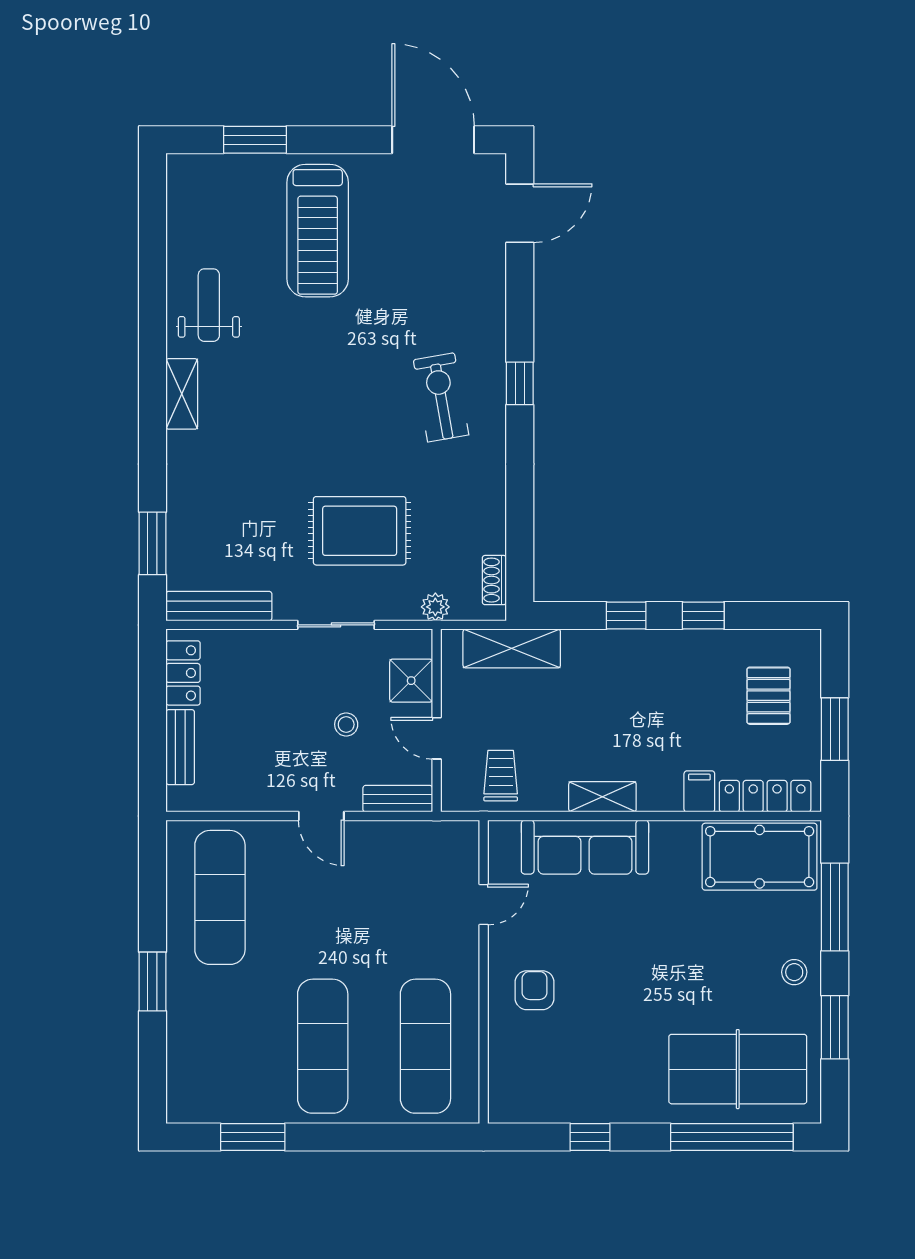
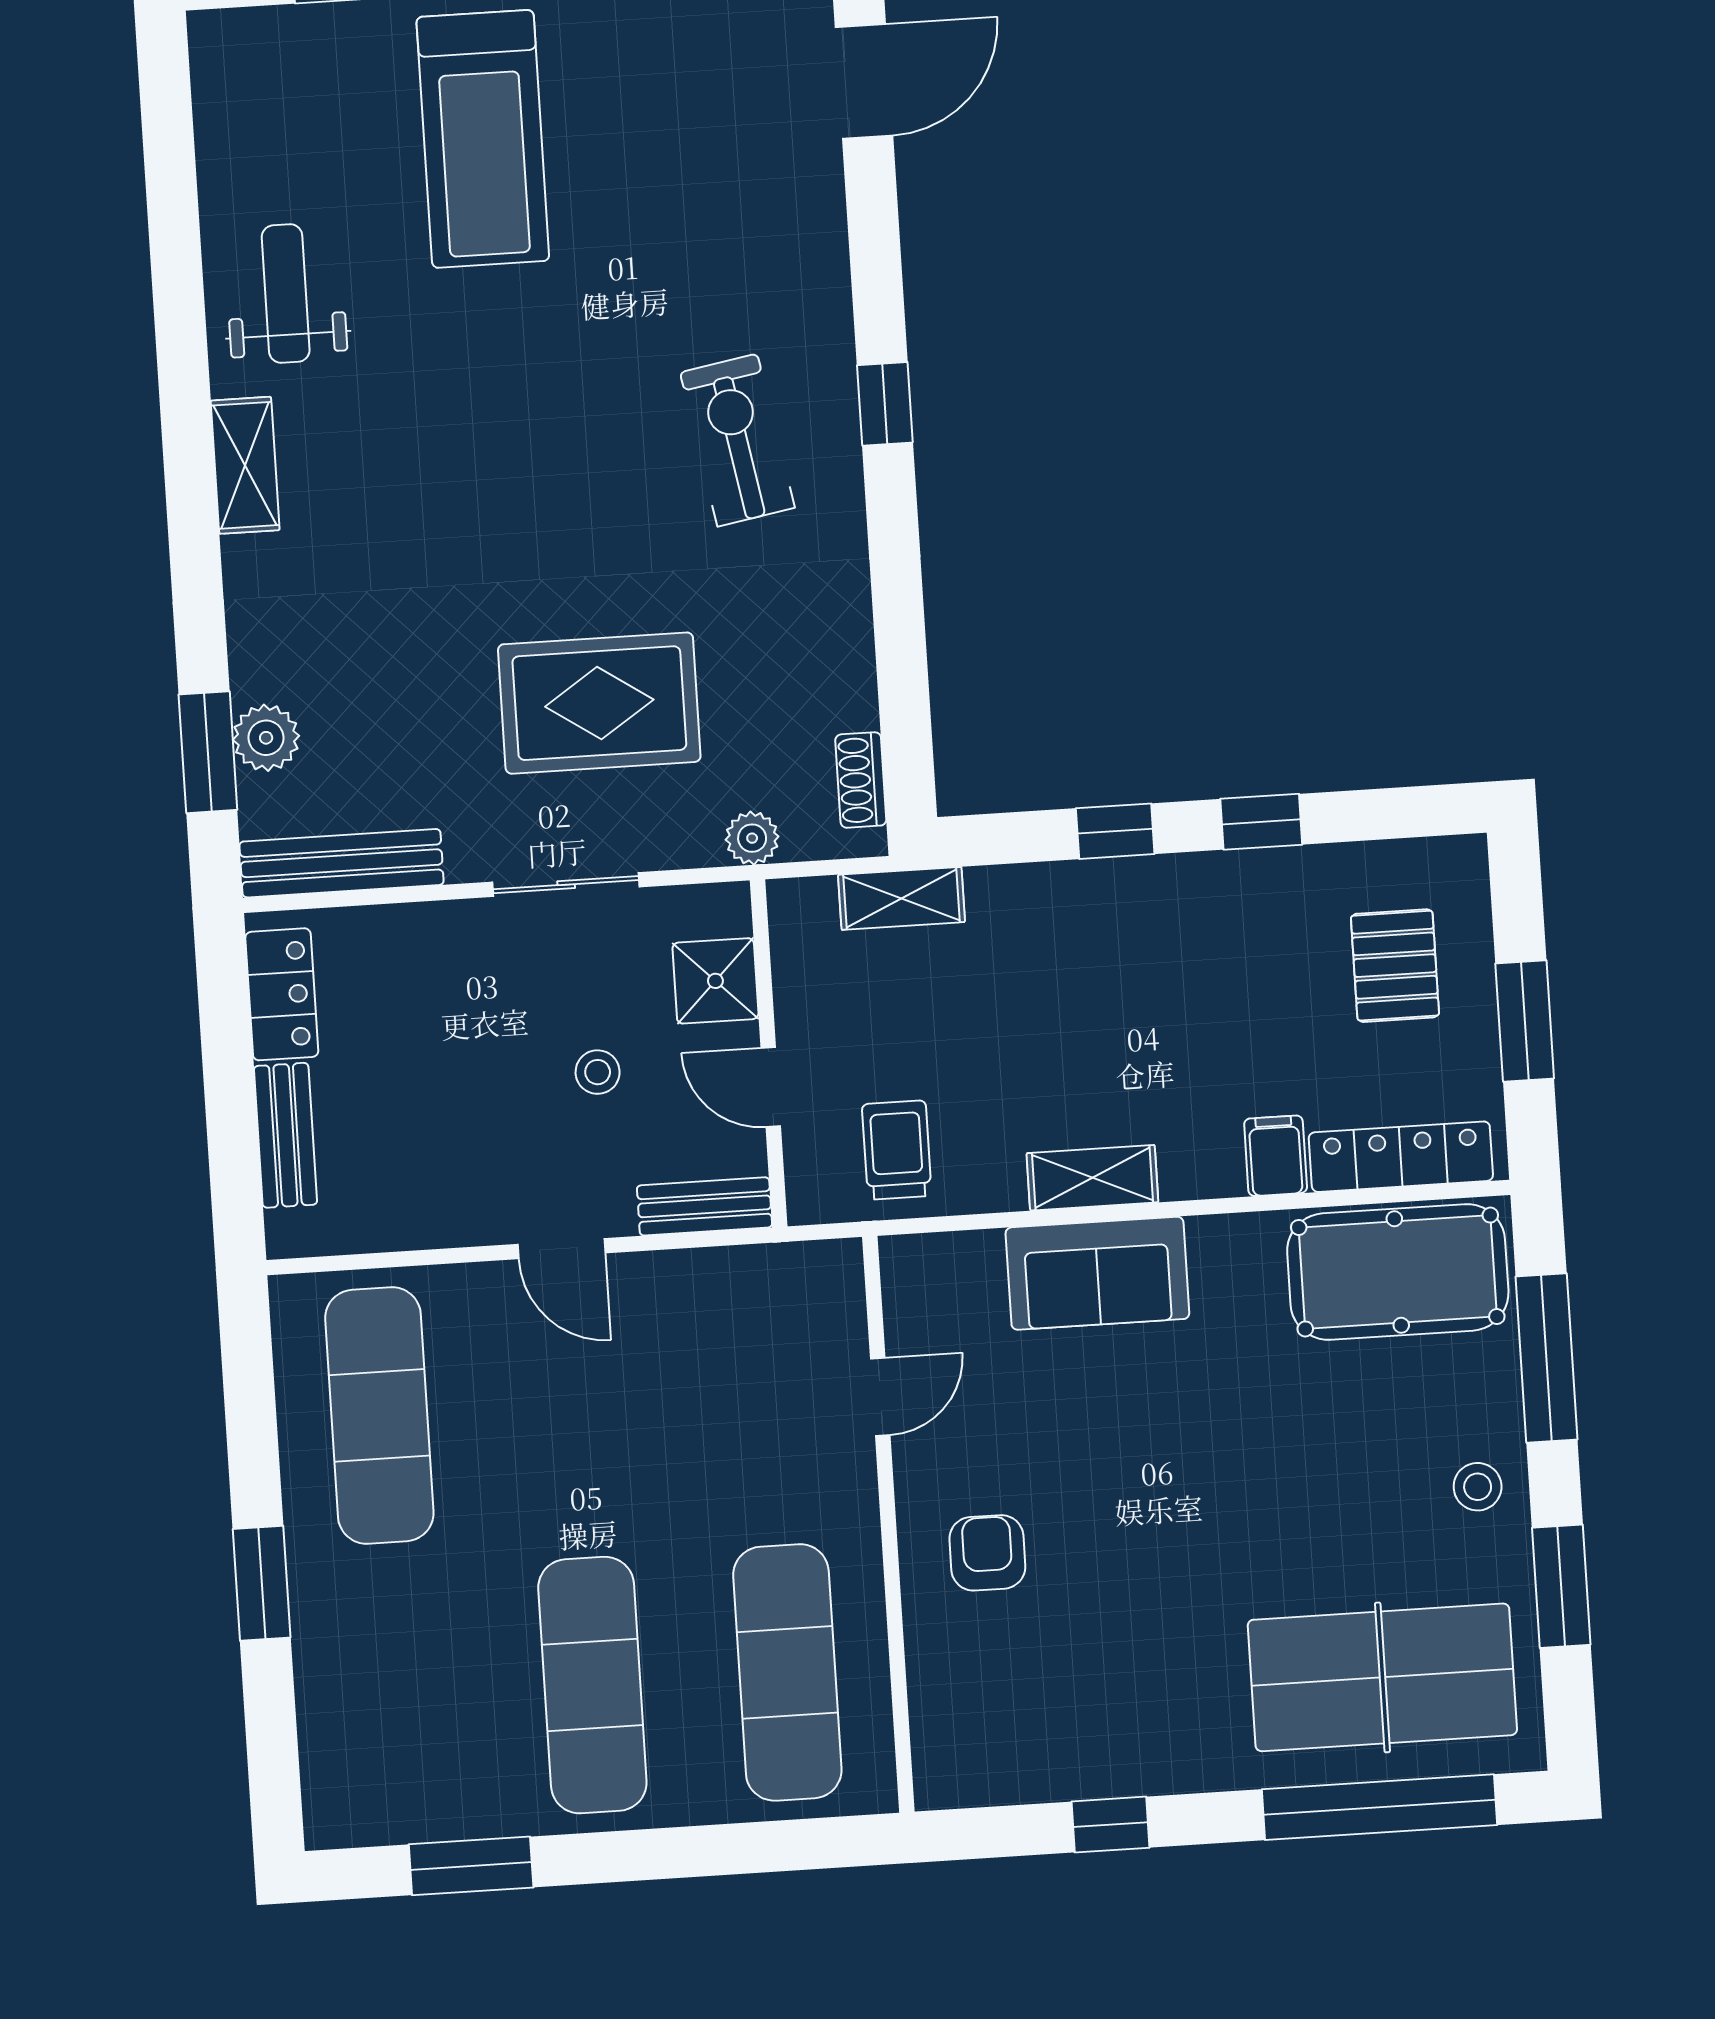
plant: (183, 538) -> (266, 738), added
shelving: (512, 648) -> (902, 898), width x0.67, depth x0.75
sofa: (585, 847) -> (1097, 1273), width x0.73

